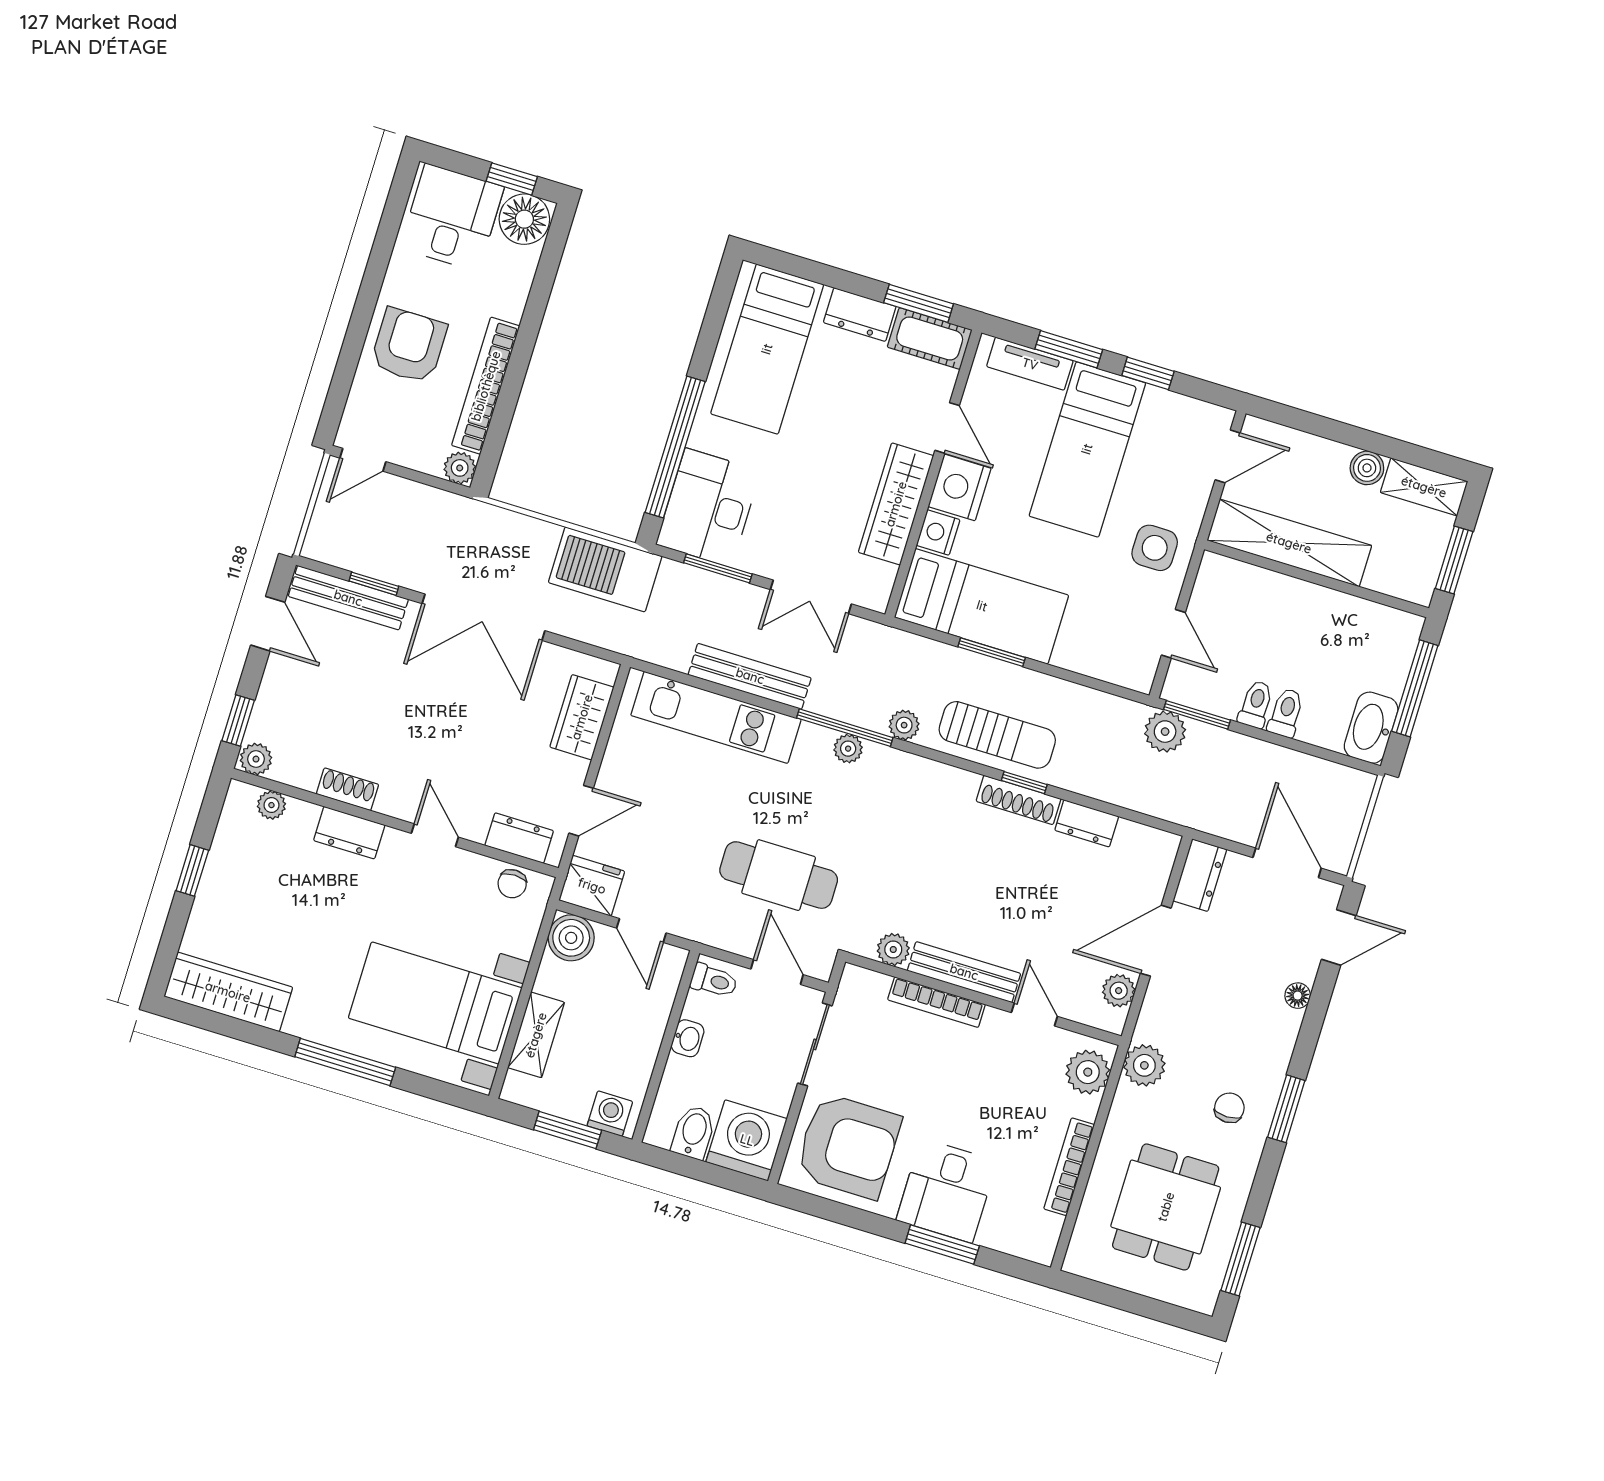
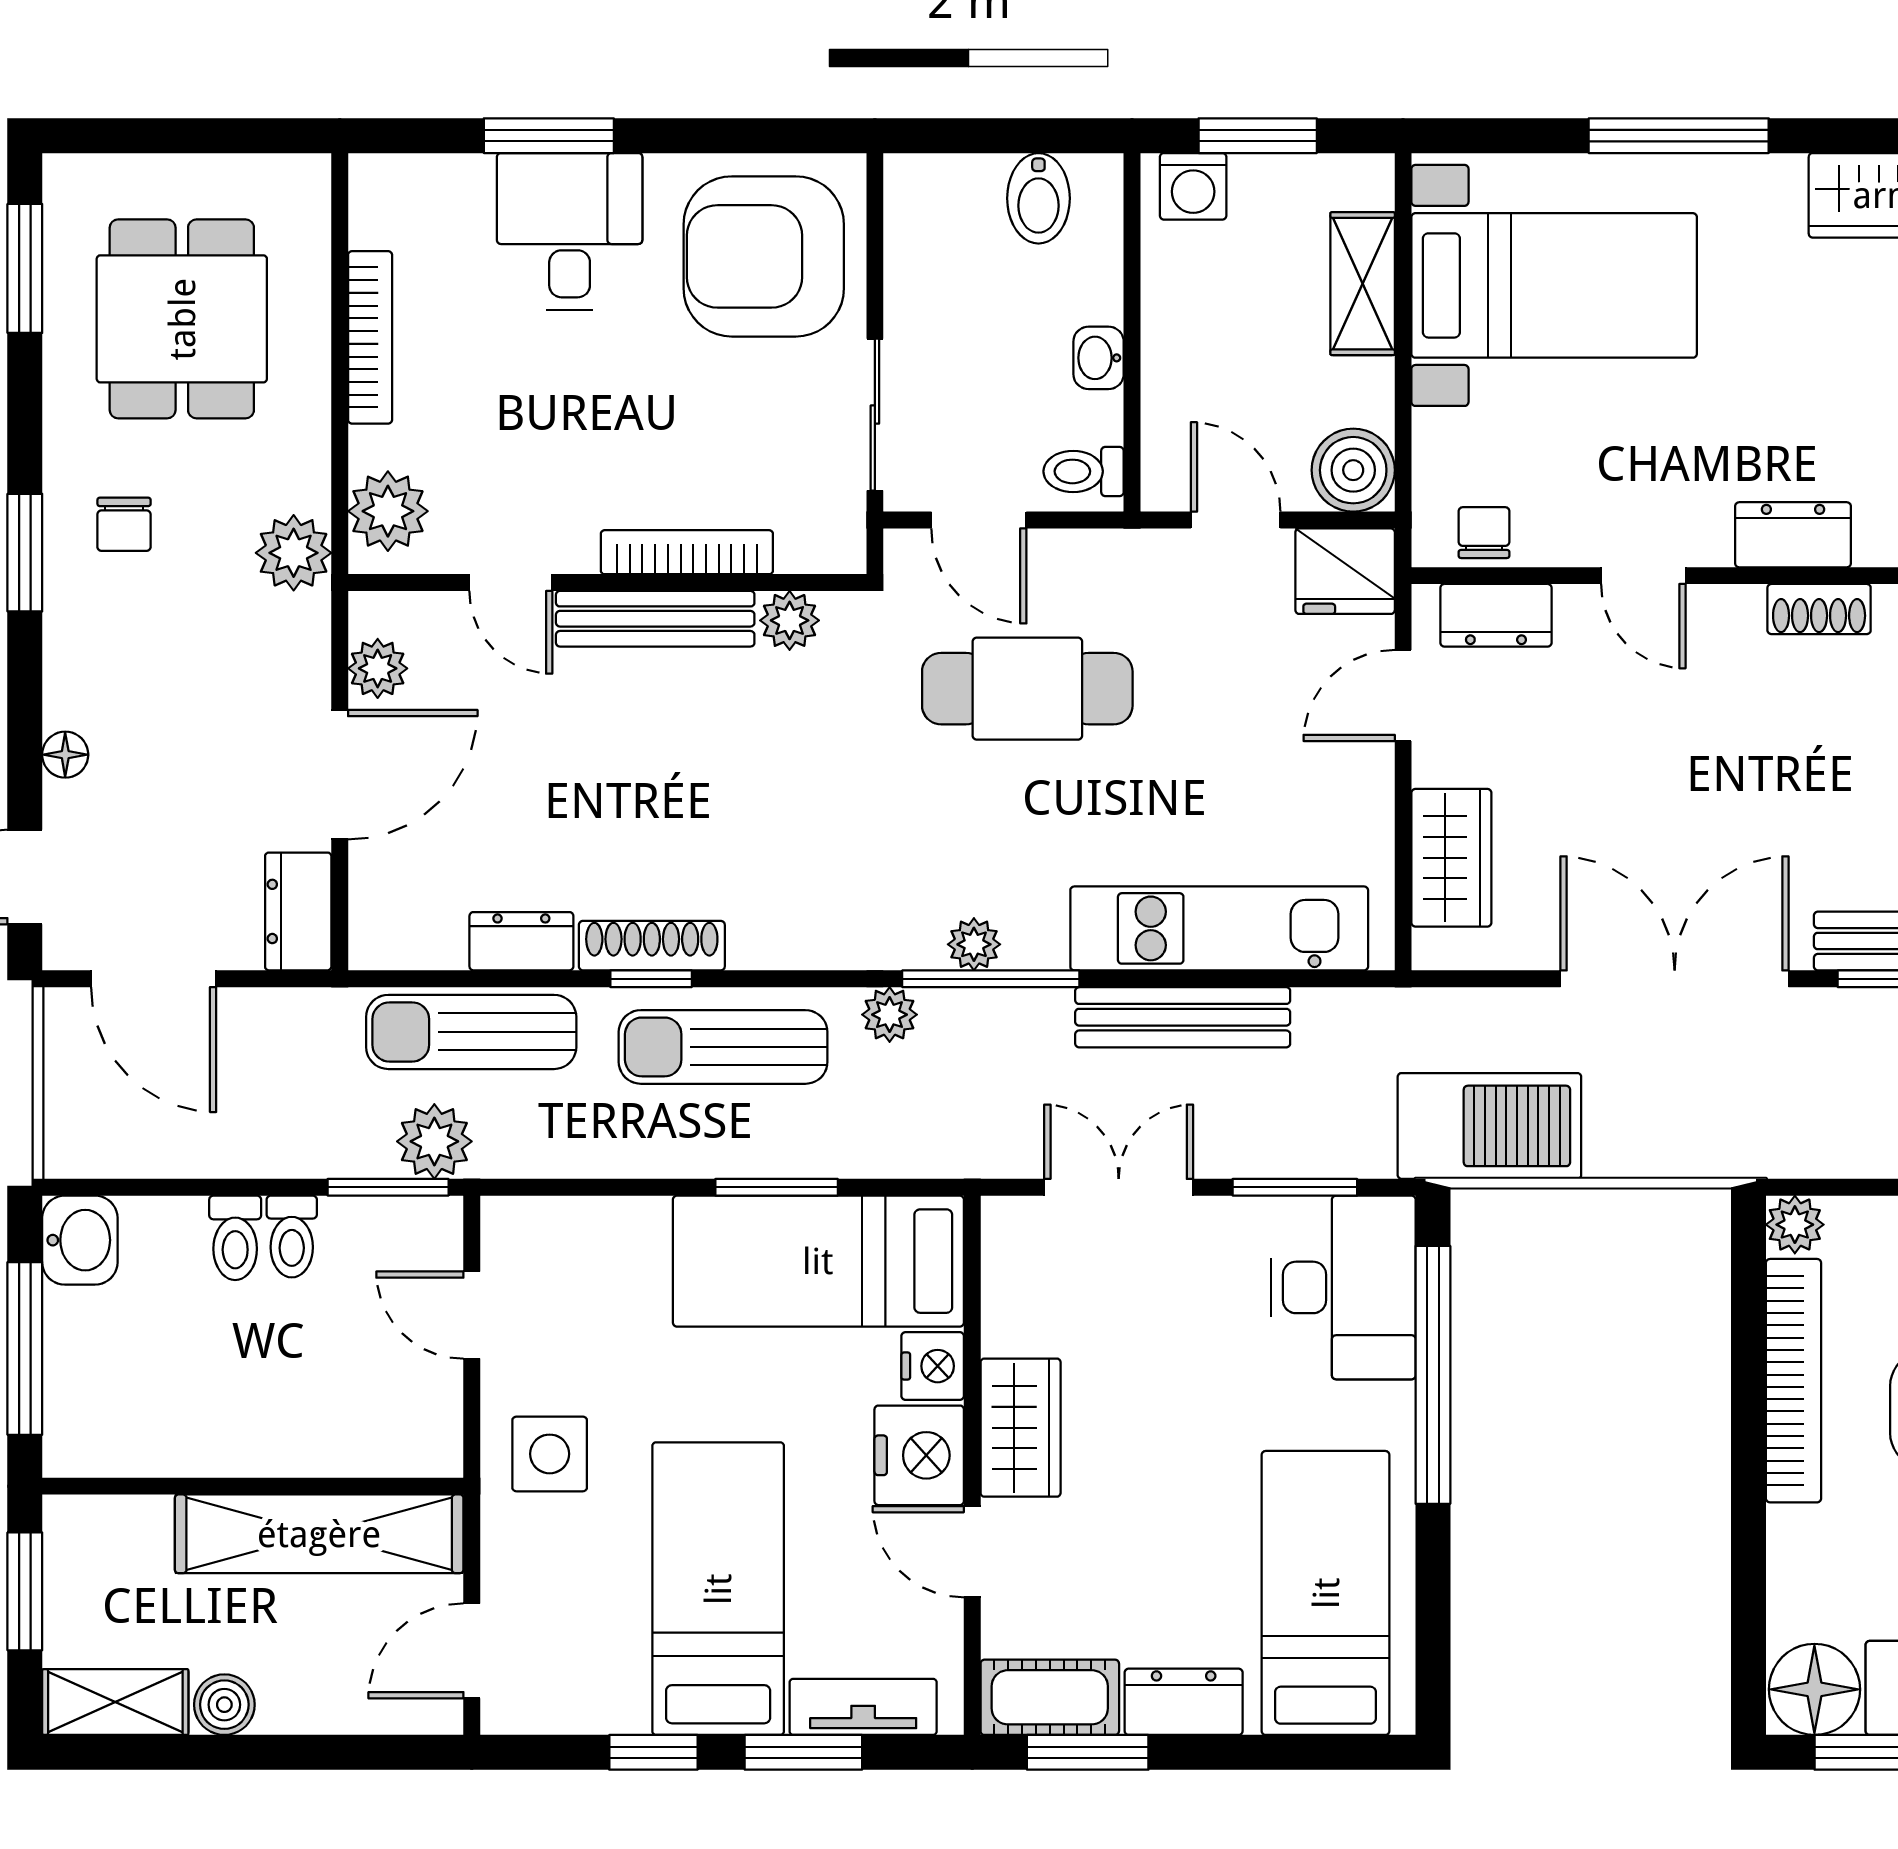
wardrobe: (896, 504) -> (1021, 1428), width x0.67
washbasin: (1371, 728) -> (80, 1240), width x0.72
sun lounger: (1128, 783) -> (471, 1032), added
washing machine: (747, 1140) -> (942, 212), removed

